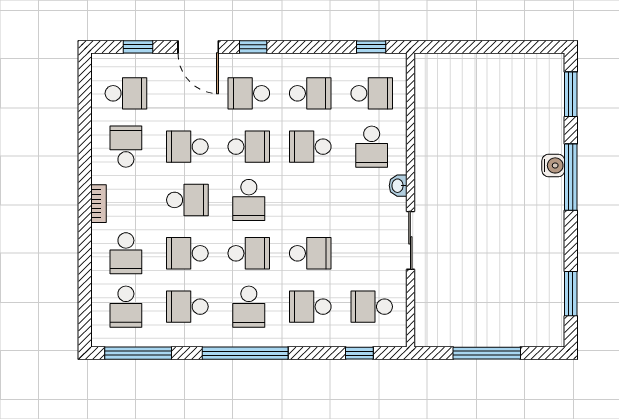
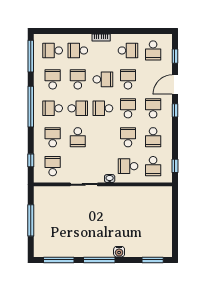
school desk: (249, 147) -> (128, 108), turned 180
window: (571, 177) -> (99, 260), moved
school desk: (187, 200) -> (103, 79), turned -90
school desk: (249, 253) -> (78, 108), turned -90
window: (571, 294) -> (59, 260), width x1.44

